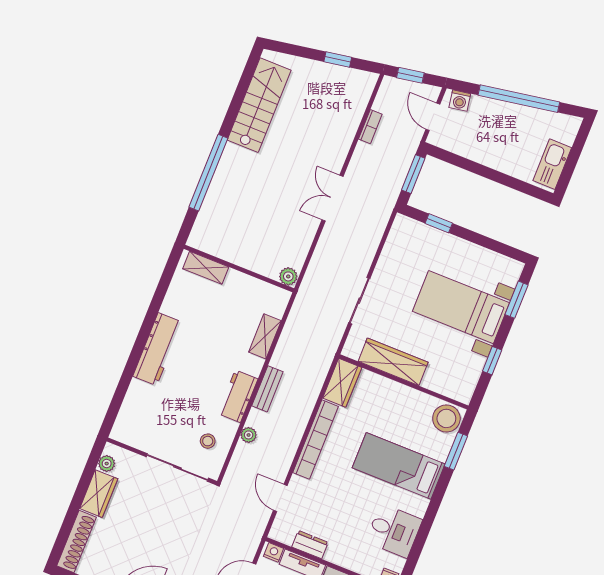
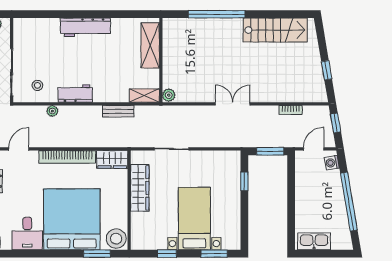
shelving: (206, 268) -> (150, 45), width x1.50, depth x1.33
shelving: (265, 336) -> (144, 96), moved
bench: (267, 389) -> (118, 111), moved
bed: (399, 466) -> (72, 219), width x2.04

